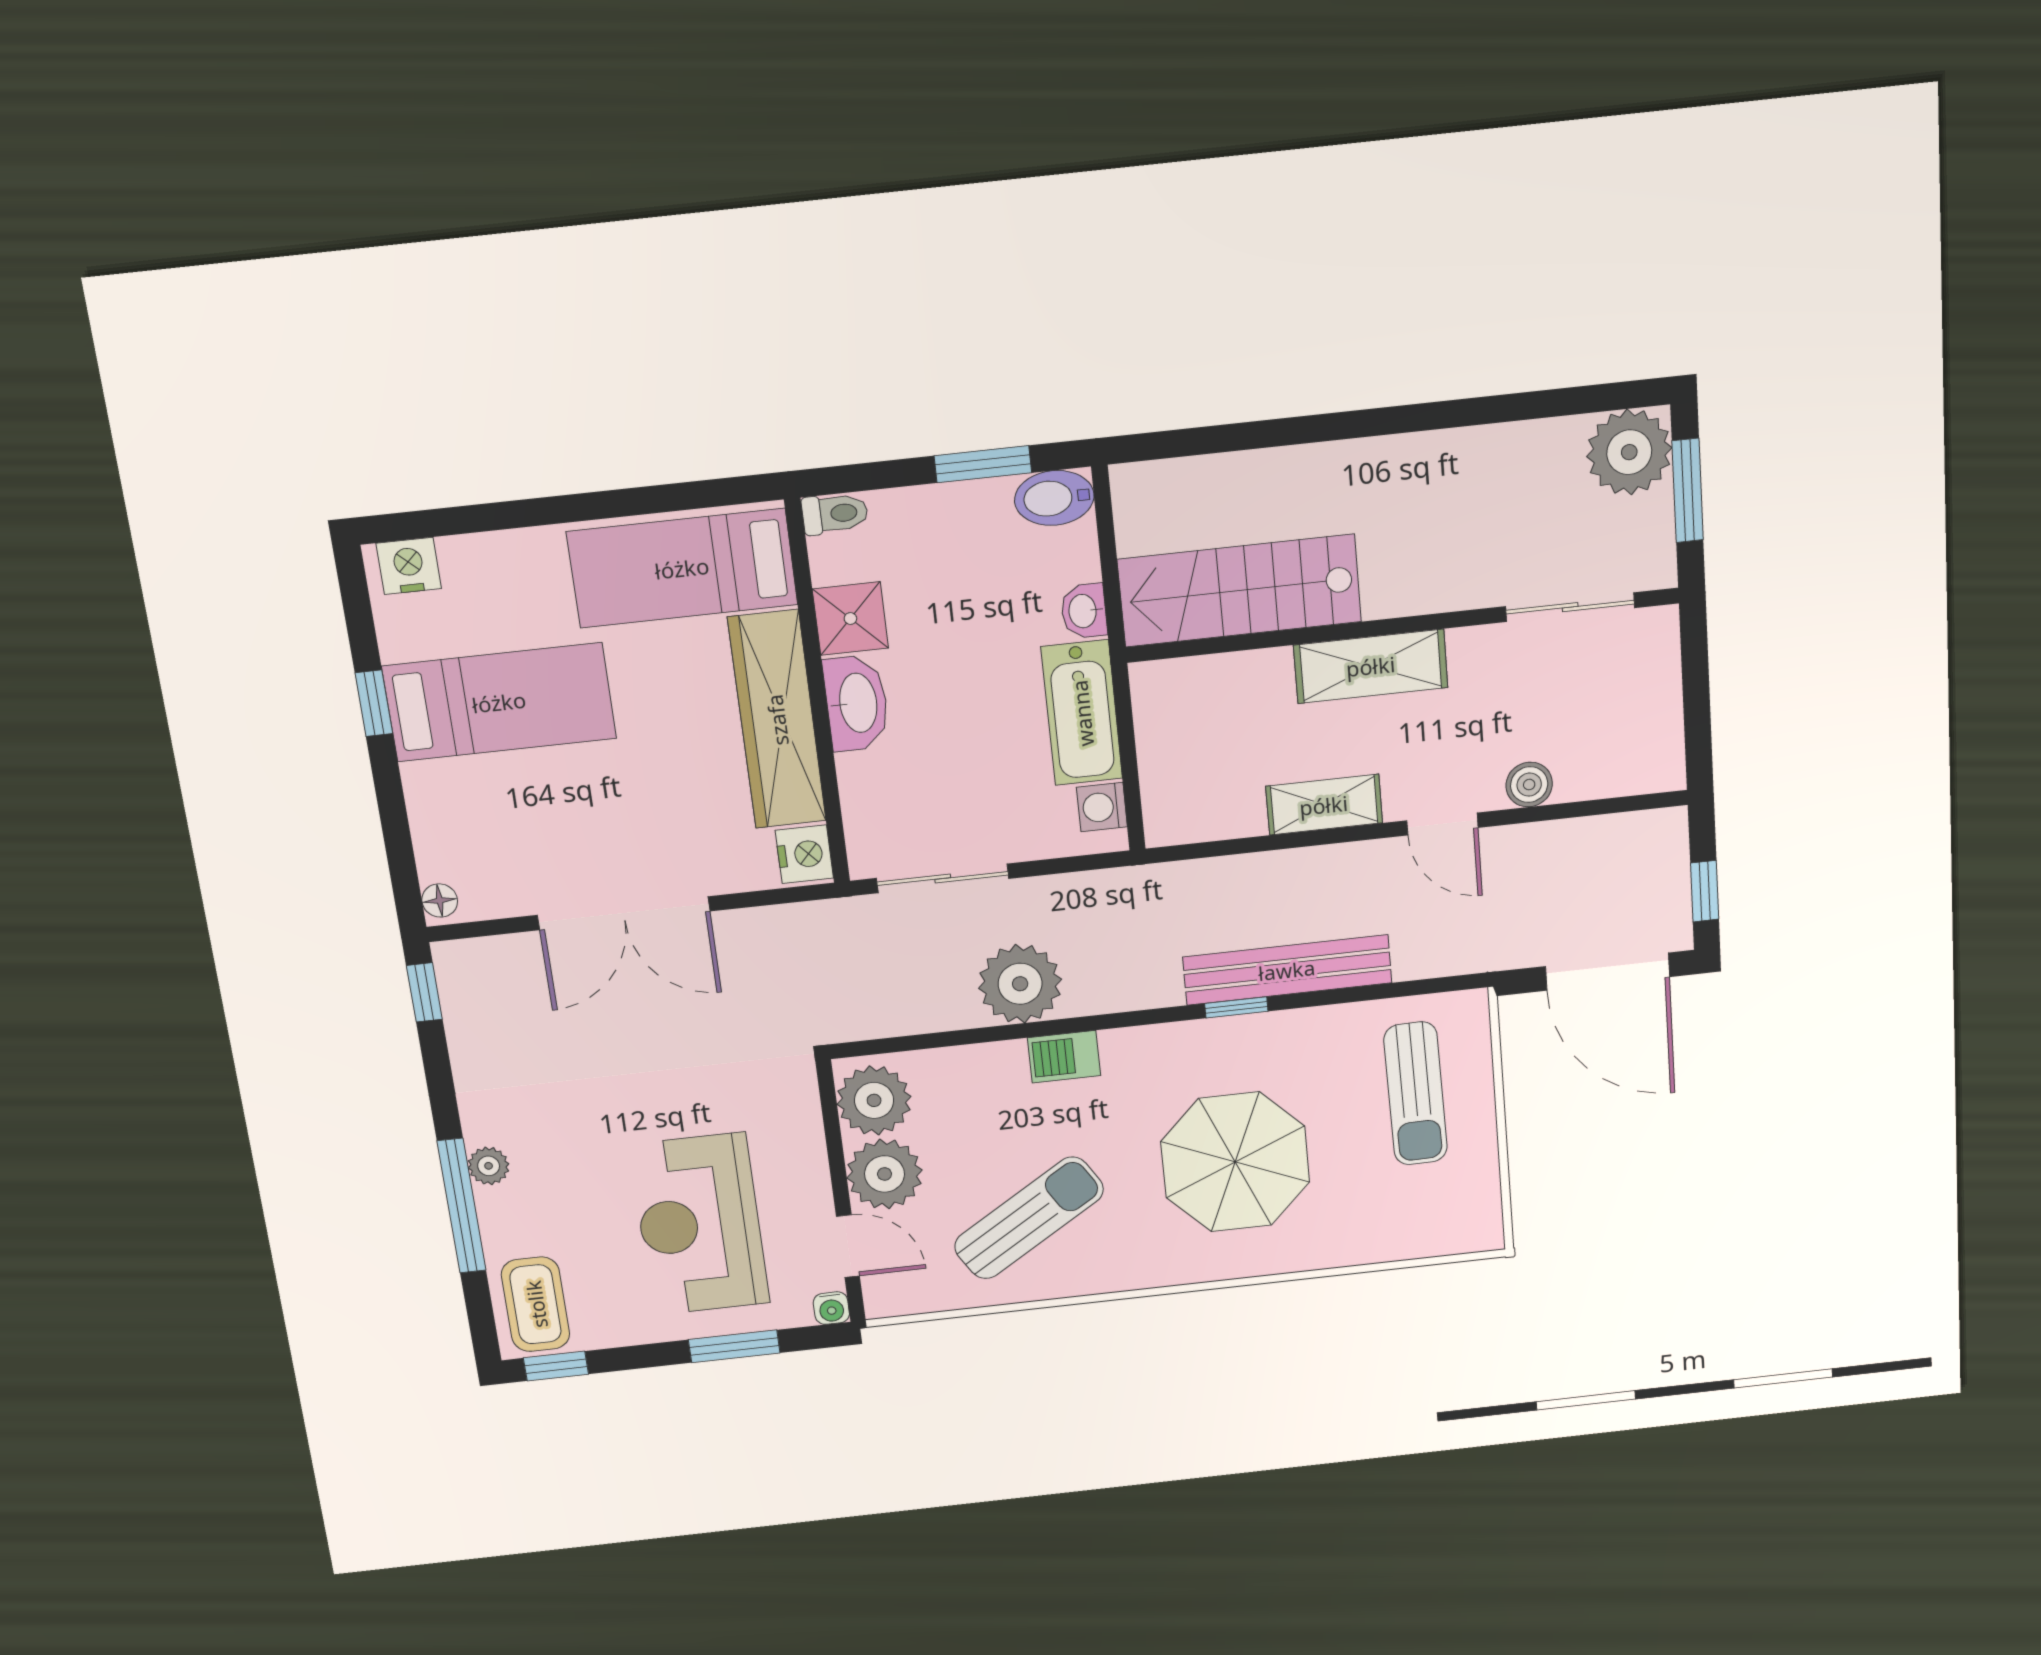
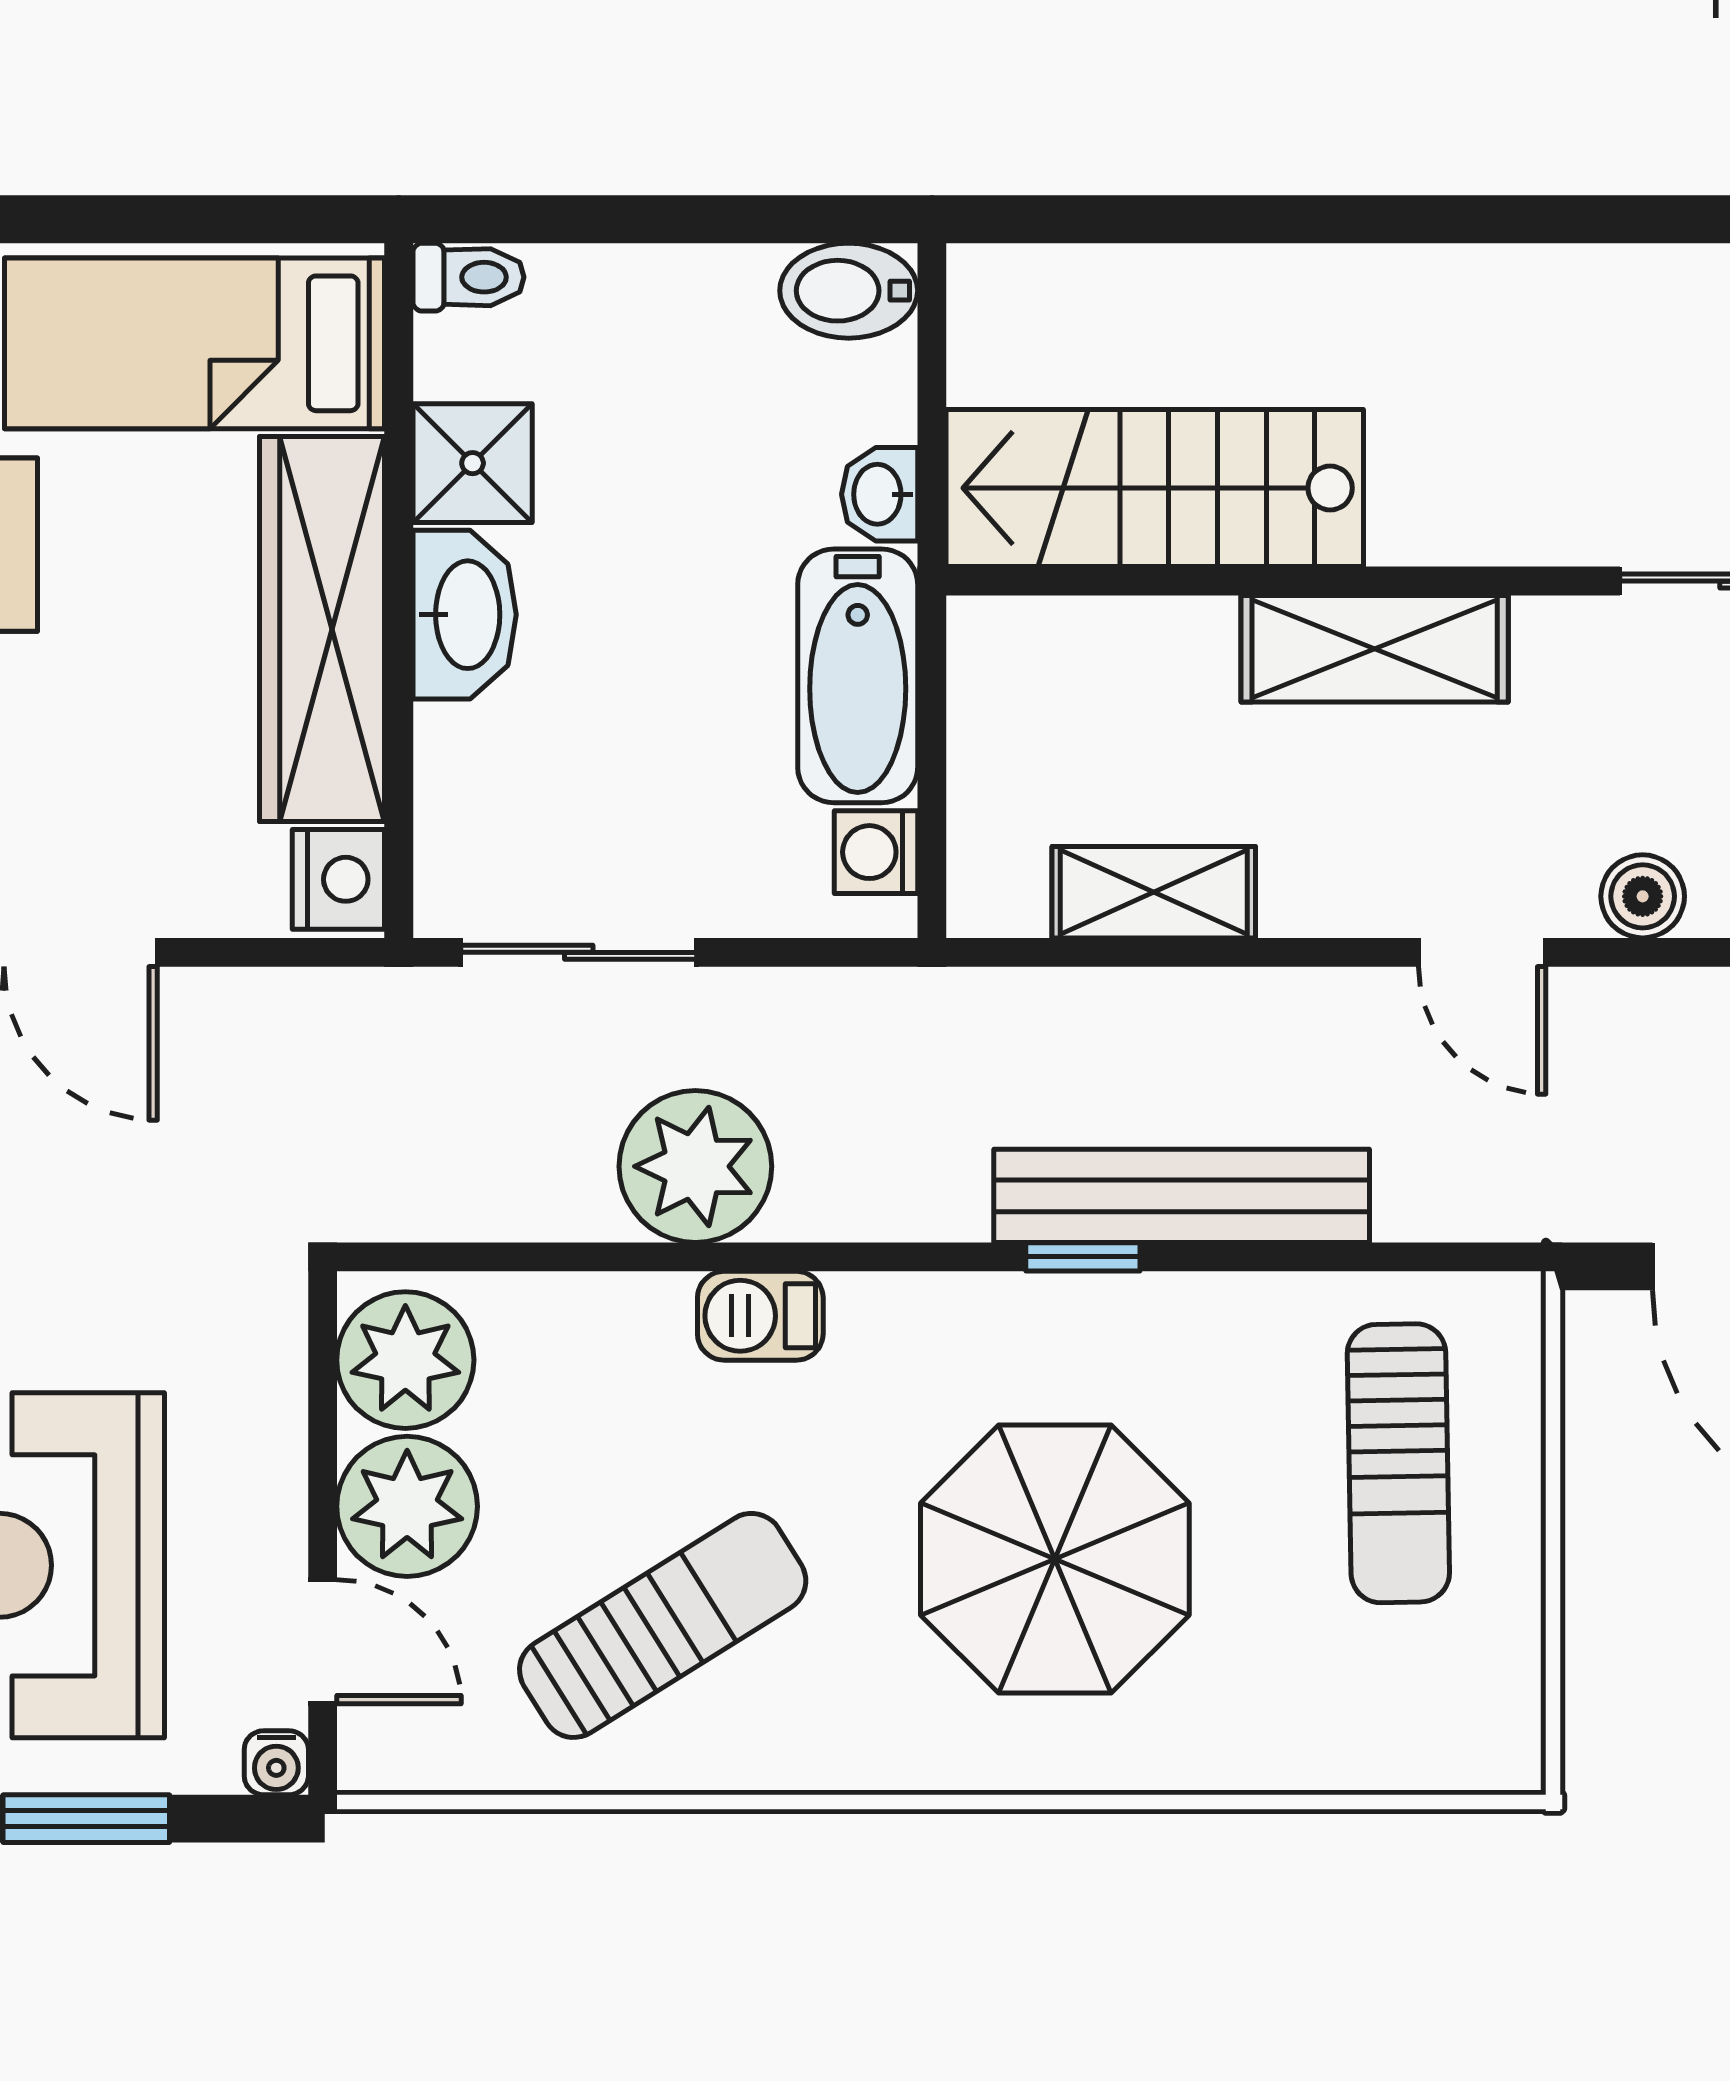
window: (983, 464) -> (732, 219), removed
shelving: (1324, 805) -> (1154, 892), moved

